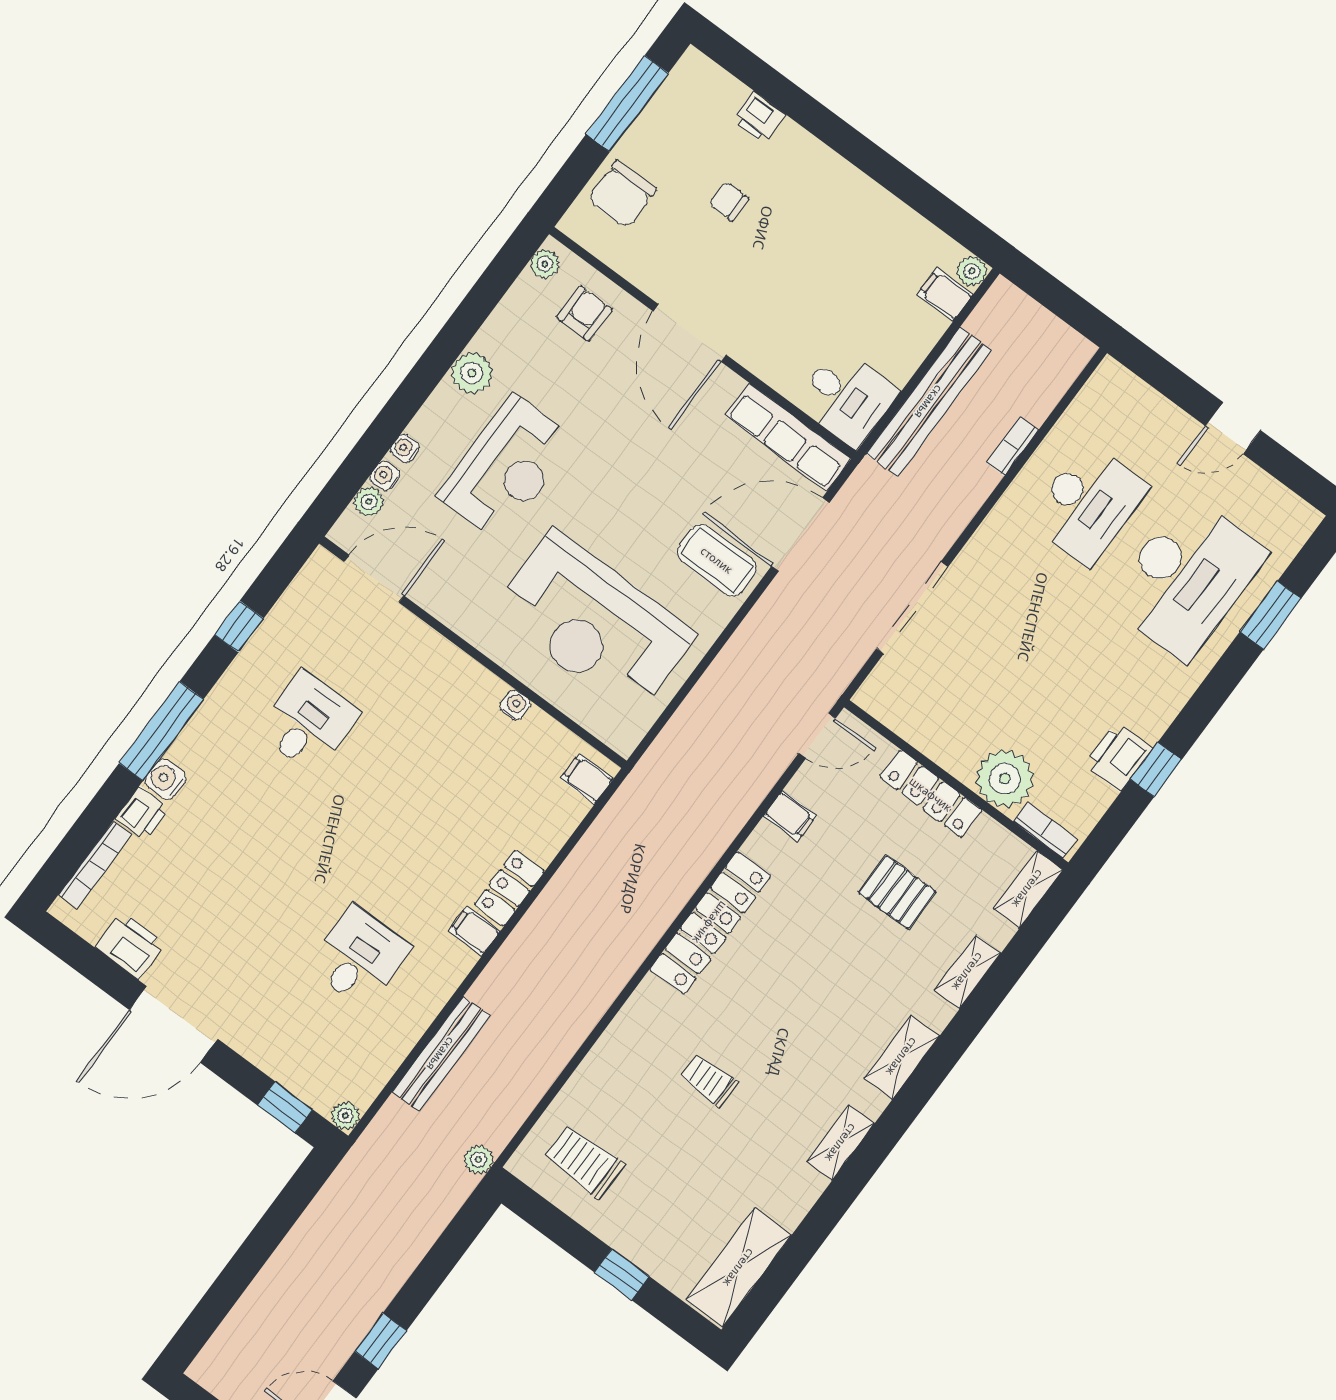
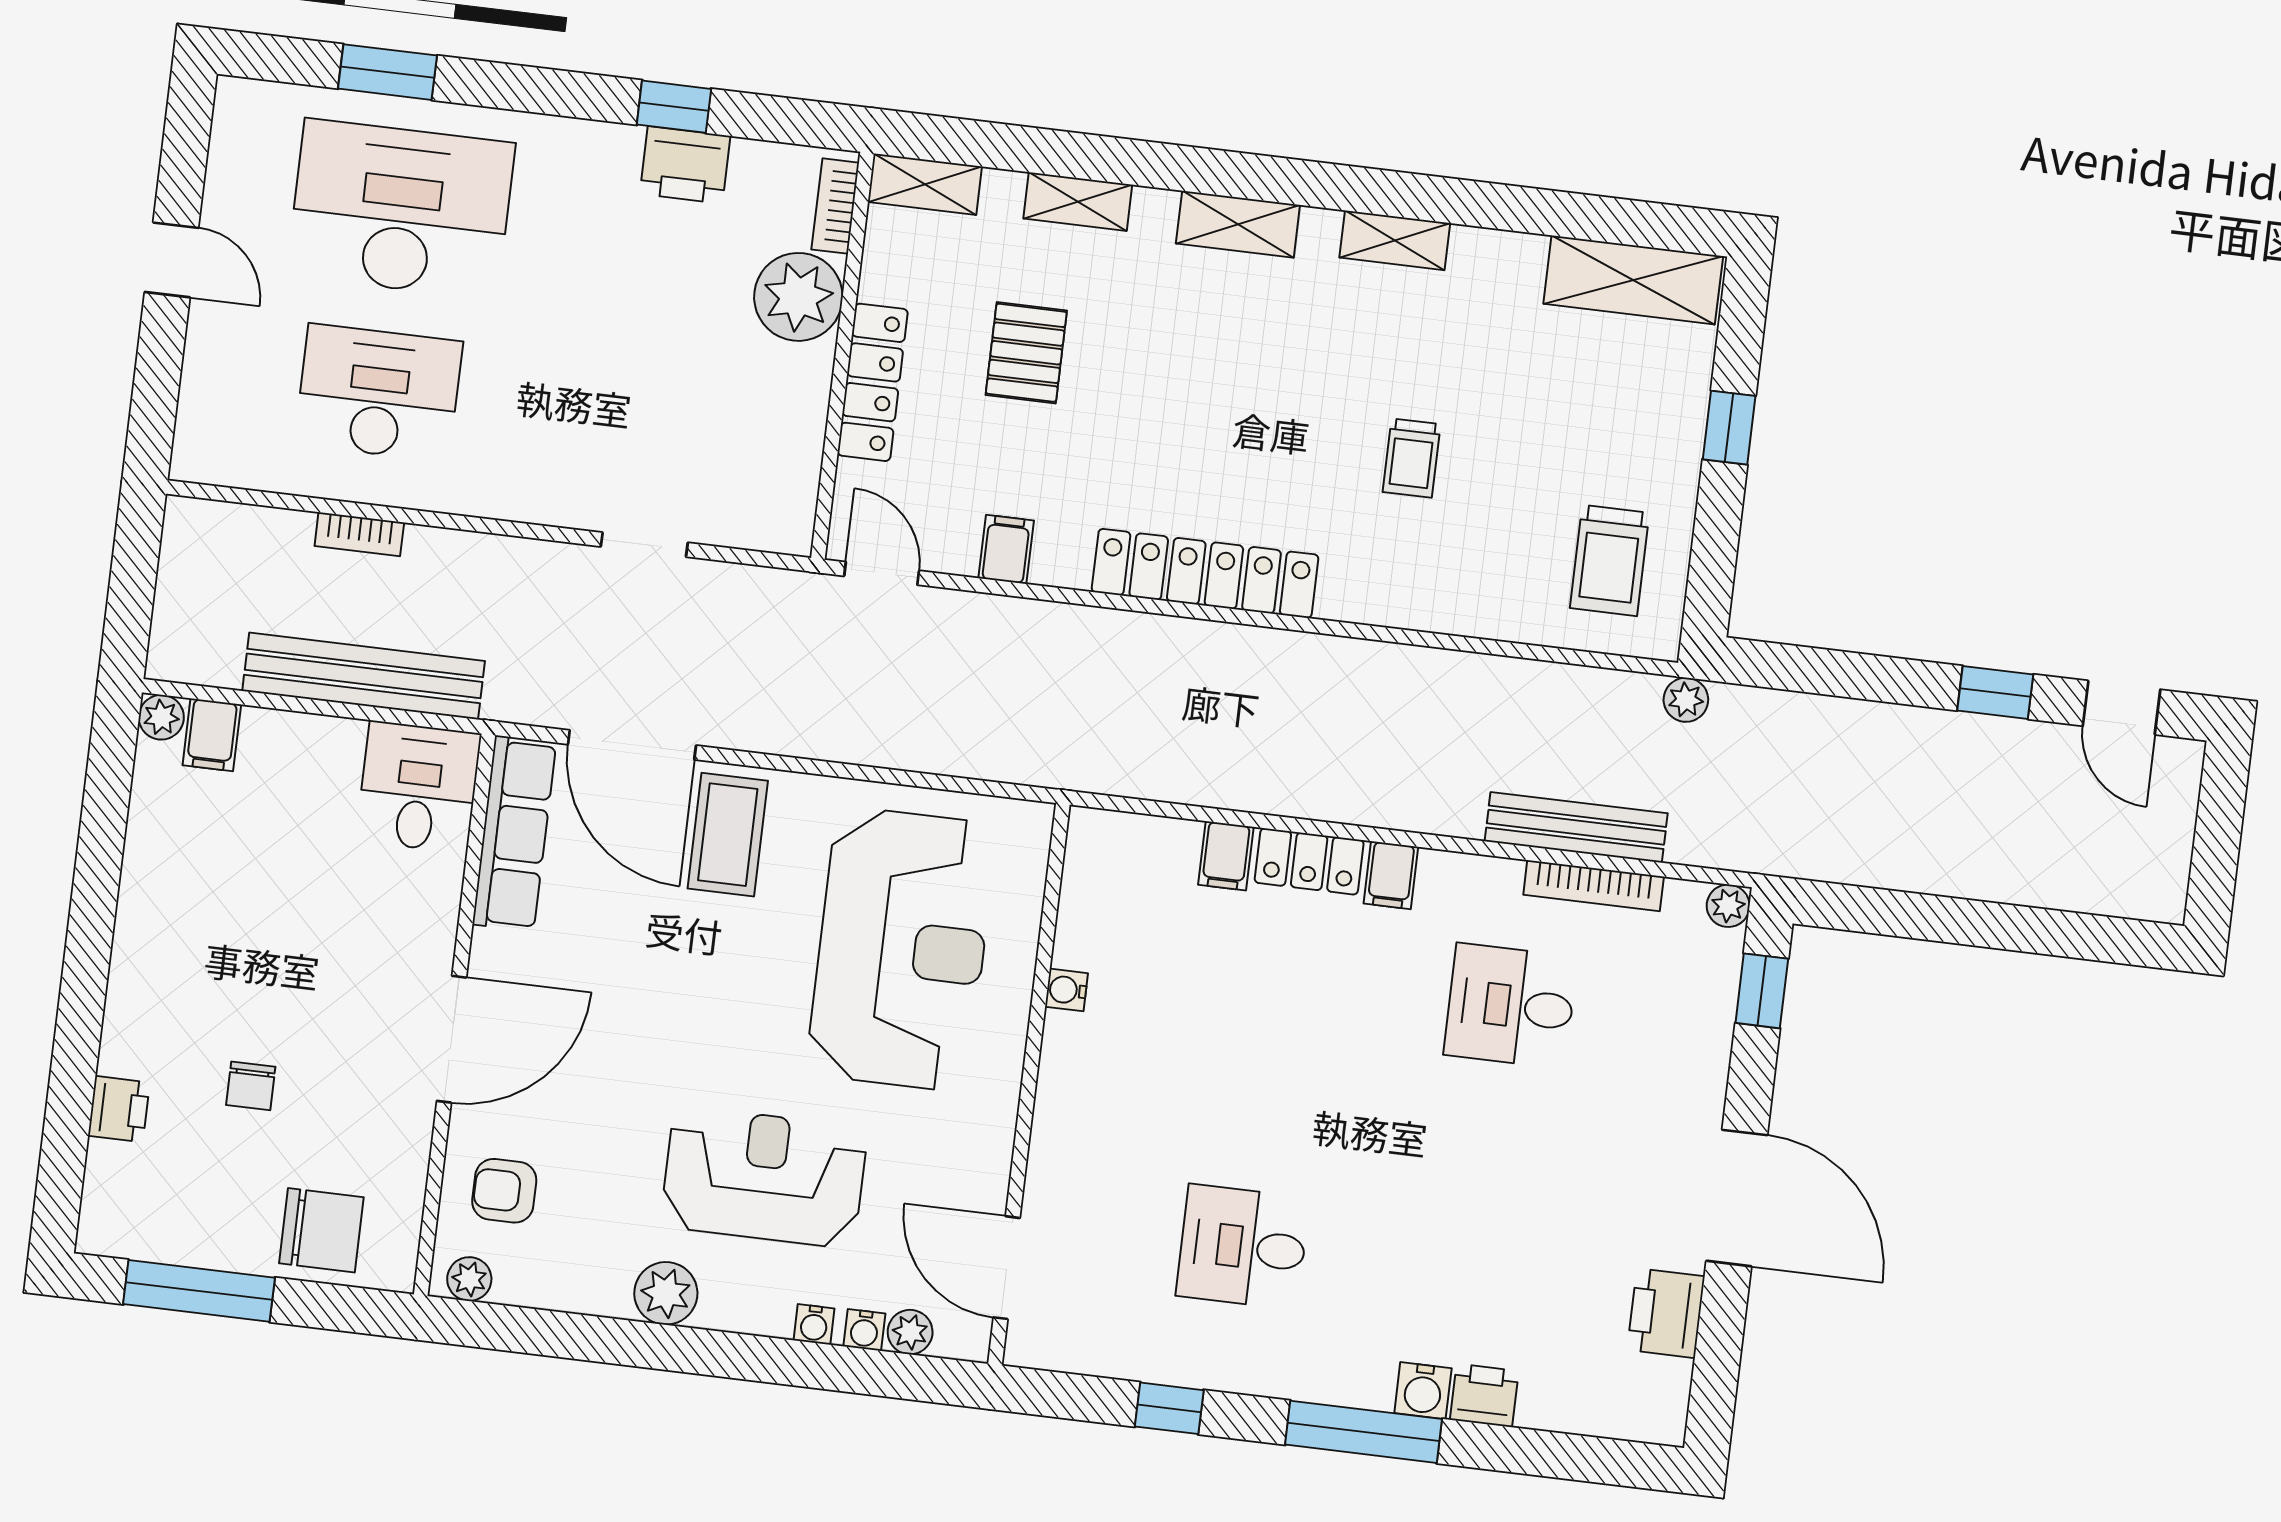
doorway: (912, 608) -> (644, 545), width x0.53
filing cabinet: (587, 779) -> (1226, 856), moved
bookcase: (95, 865) -> (1594, 886), moved, turned 180

